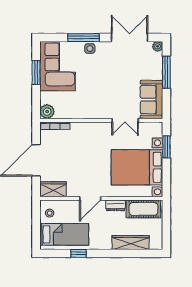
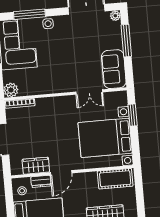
window: (84, 38) -> (29, 14), moved
wardrobe: (53, 189) -> (36, 166), moved
dresser: (116, 205) -> (41, 181), moved

